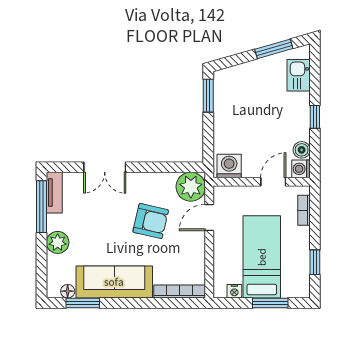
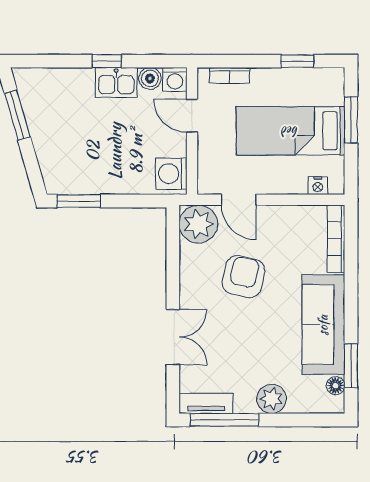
kitchen sink: (299, 75) -> (116, 83), moved
nightstand: (234, 291) -> (318, 186), moved, turned 90

